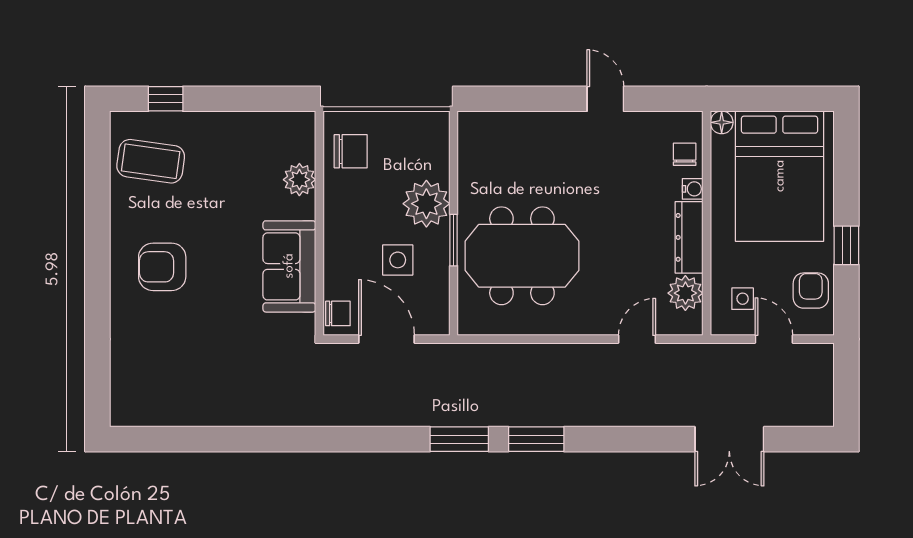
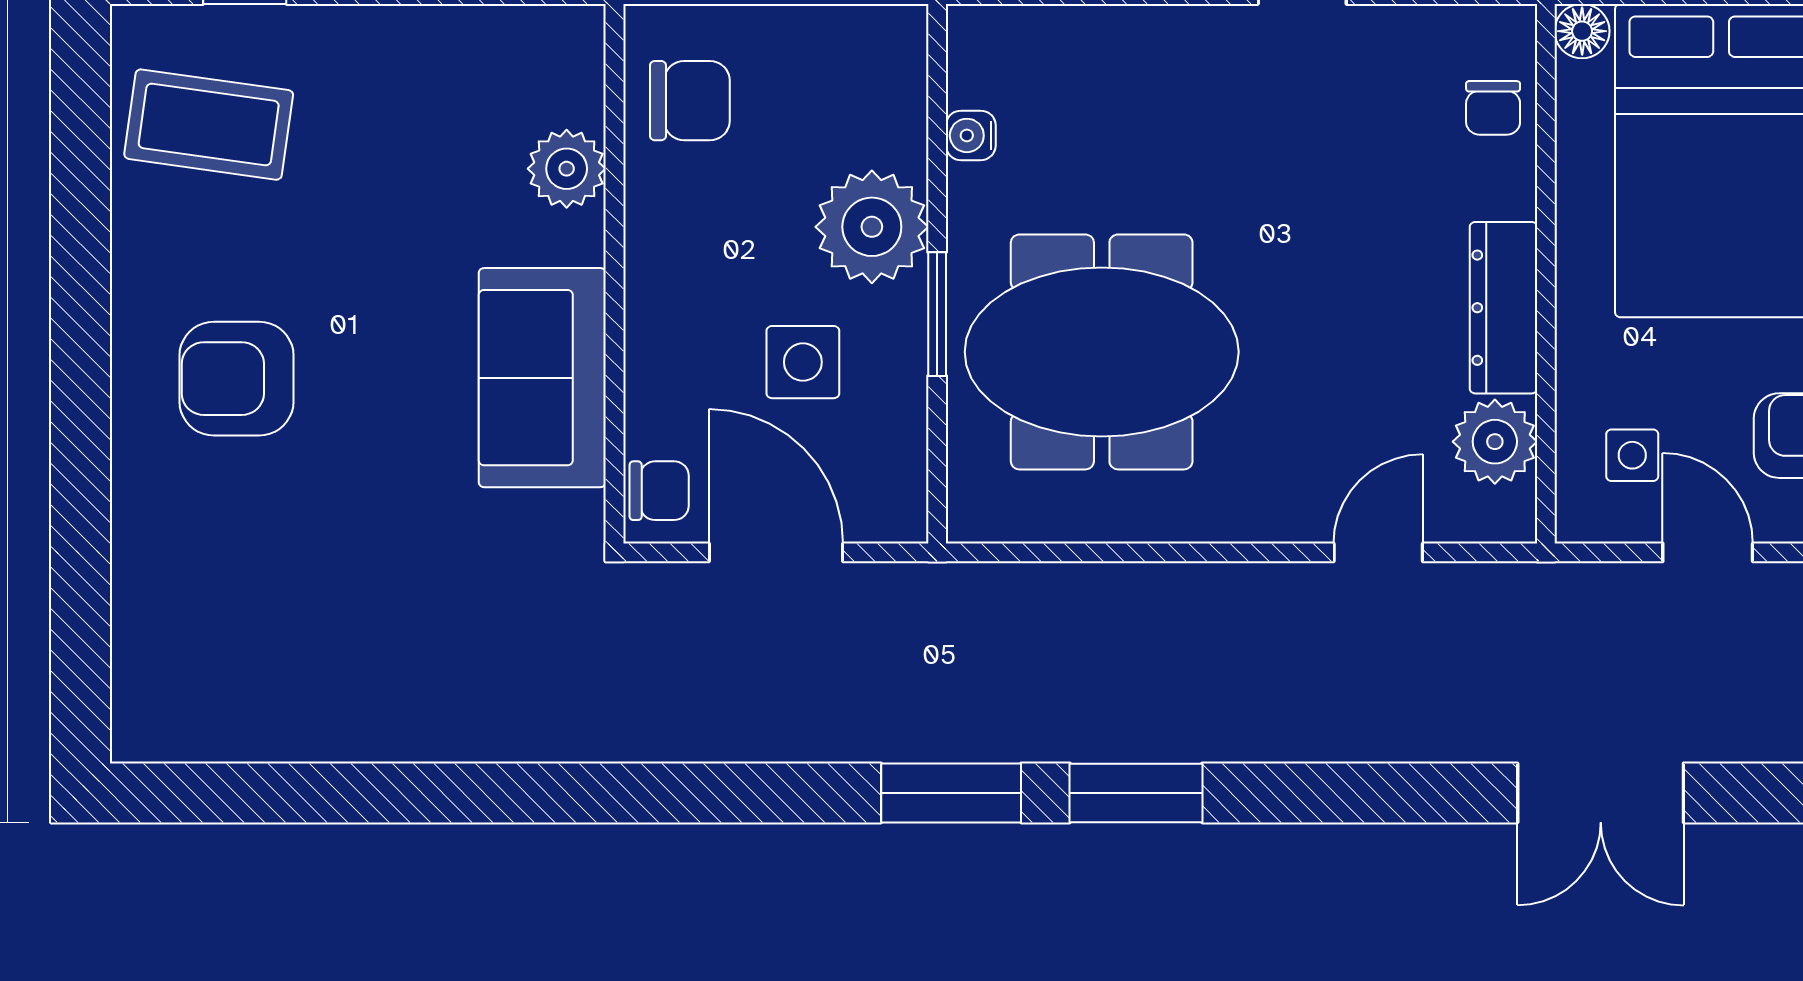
chair: (685, 154) -> (1493, 108), turned 180
water cooler: (693, 189) -> (971, 135), moved, turned 180

